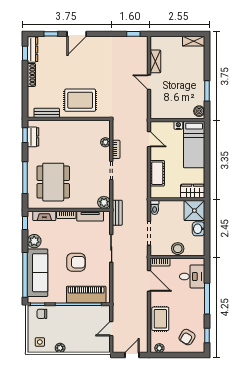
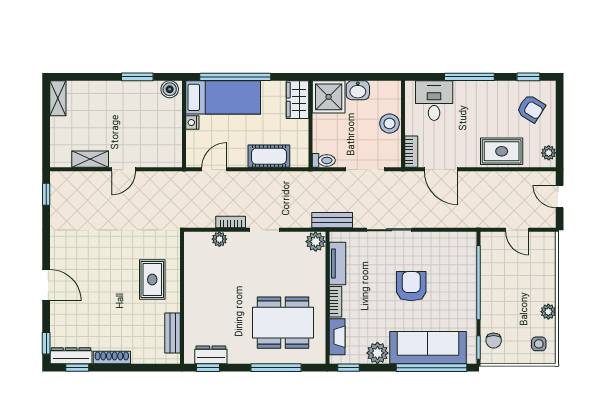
window: (51, 34) -> (46, 343), moved
rug: (80, 100) -> (152, 280), width x0.73, depth x0.70
window: (207, 152) -> (235, 77), added
door: (149, 281) -> (441, 169), swing flipped
piano: (86, 295) -> (463, 270), removed

